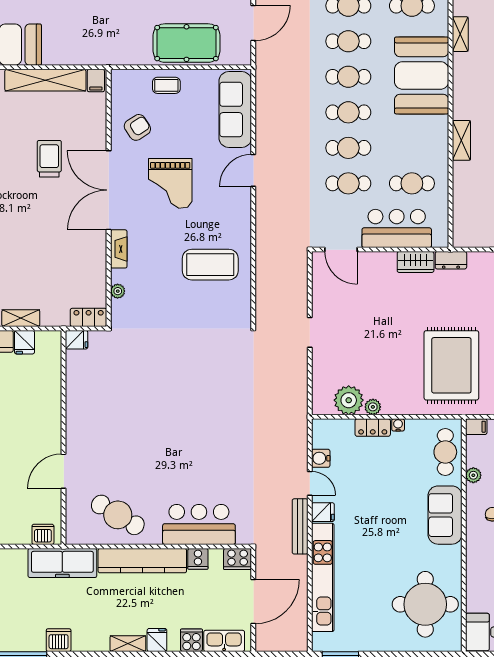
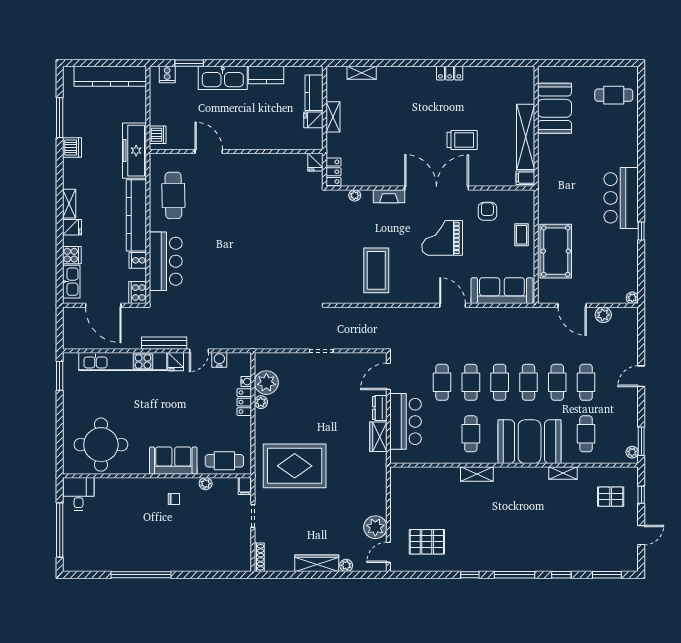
armchair: (137, 127) -> (487, 211), turned -147
cafe table: (412, 183) -> (471, 434), moved
dresser: (451, 260) -> (380, 408), moved
water cooler: (398, 425) -> (246, 382), moved
cafe table: (118, 515) -> (173, 195), turned -32

